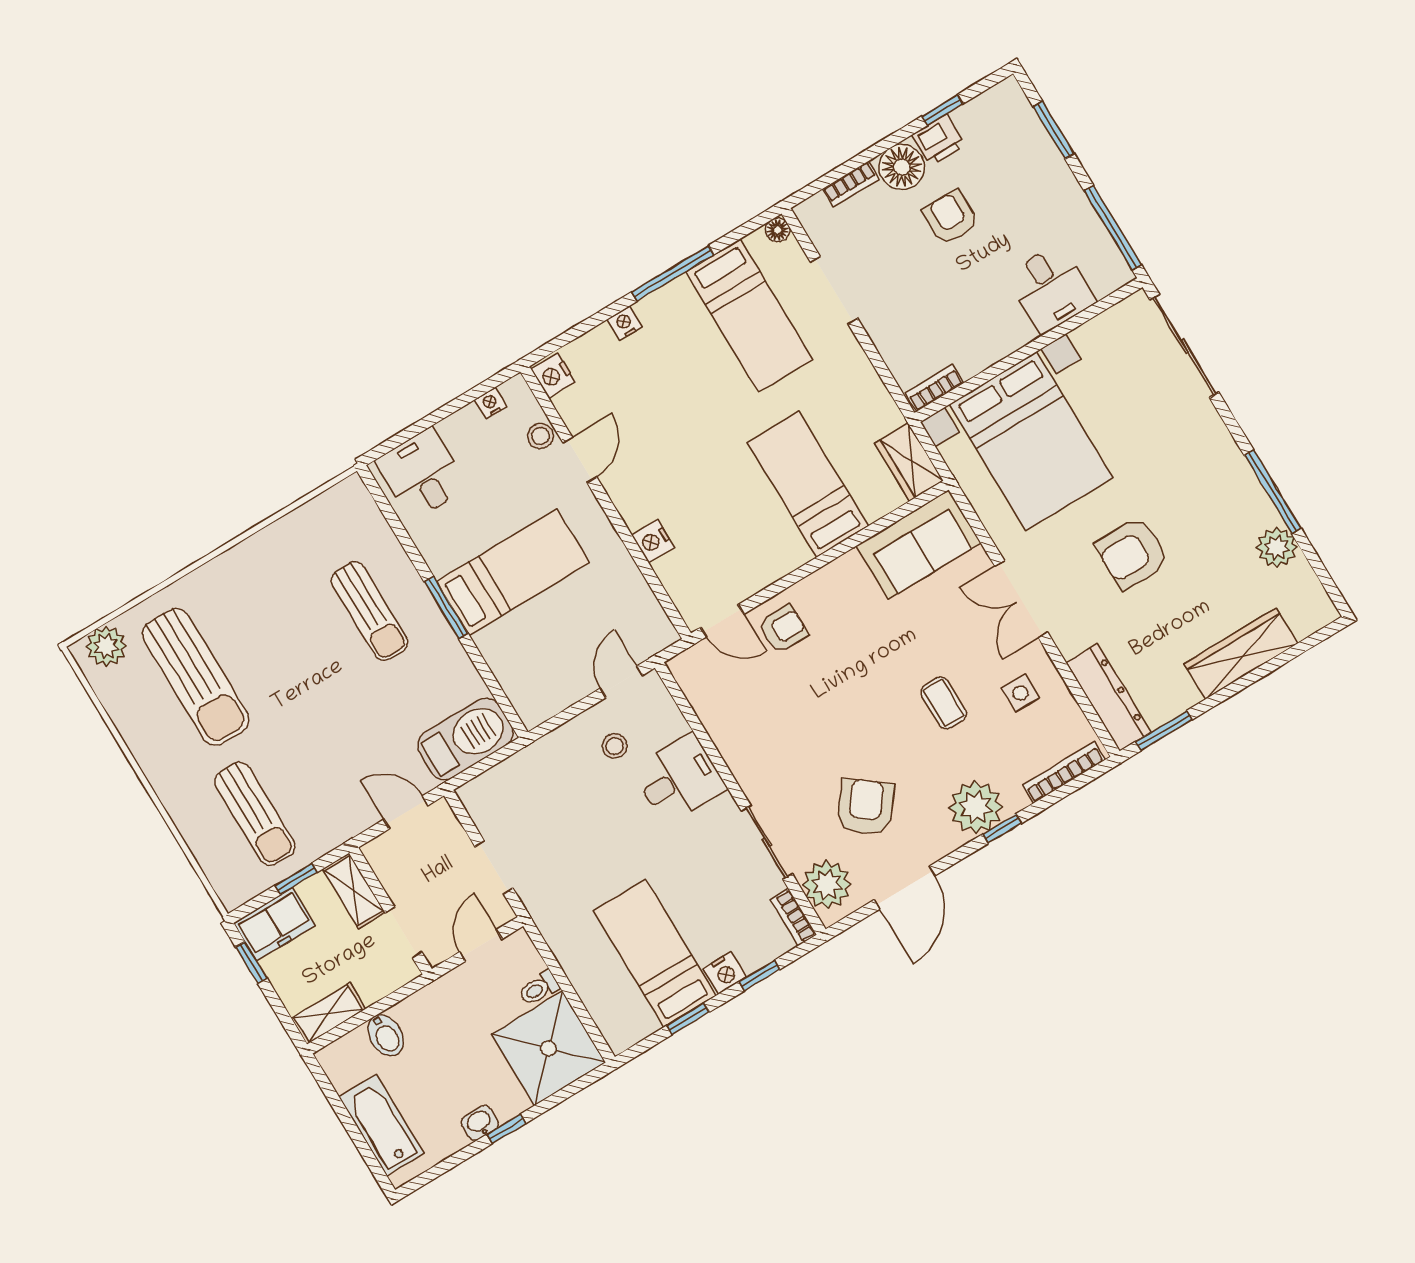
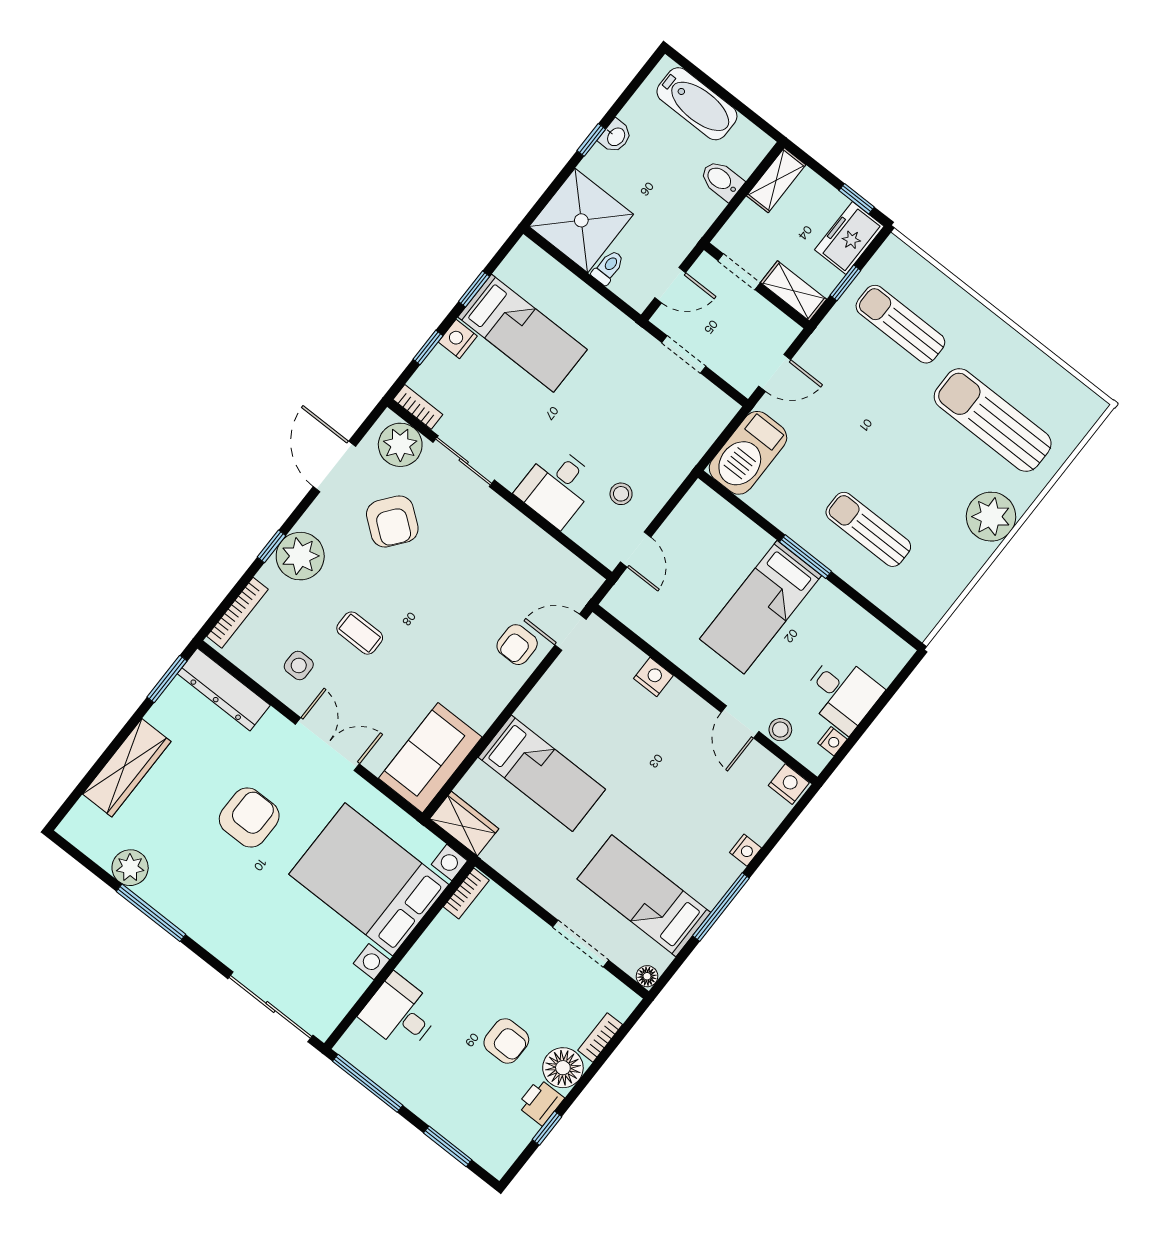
desk: (422, 474) -> (842, 693), moved
plant: (106, 646) -> (991, 517), moved, width x1.36, depth x1.36
door: (481, 946) -> (670, 285), hinge flipped

